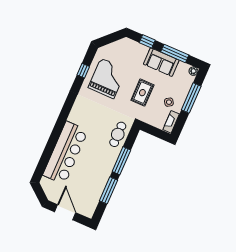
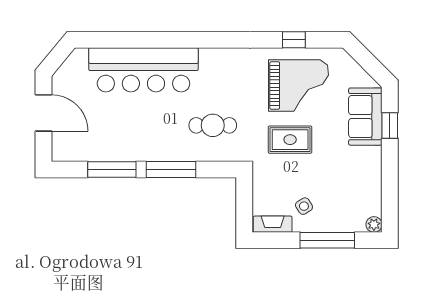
window: (175, 53) -> (390, 180), removed
sofa: (161, 62) -> (365, 117), moved
rug: (142, 93) -> (290, 140), moved
cafe table: (118, 134) -> (213, 125), moved
door: (65, 212) -> (44, 113), hinge flipped

